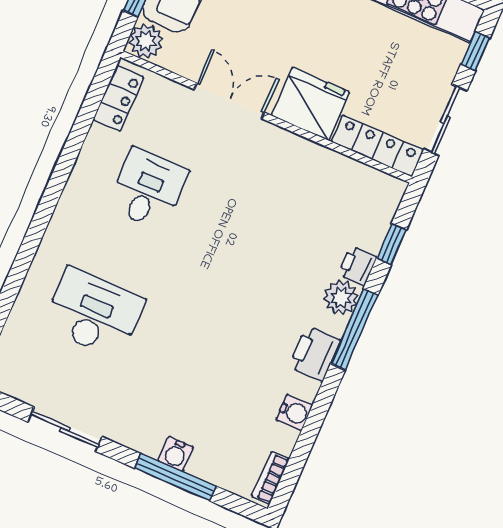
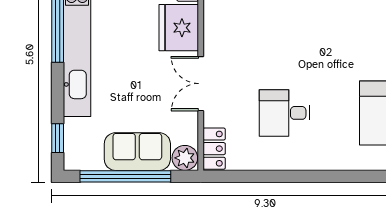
locker: (119, 98) -> (214, 149), moved, turned 90

